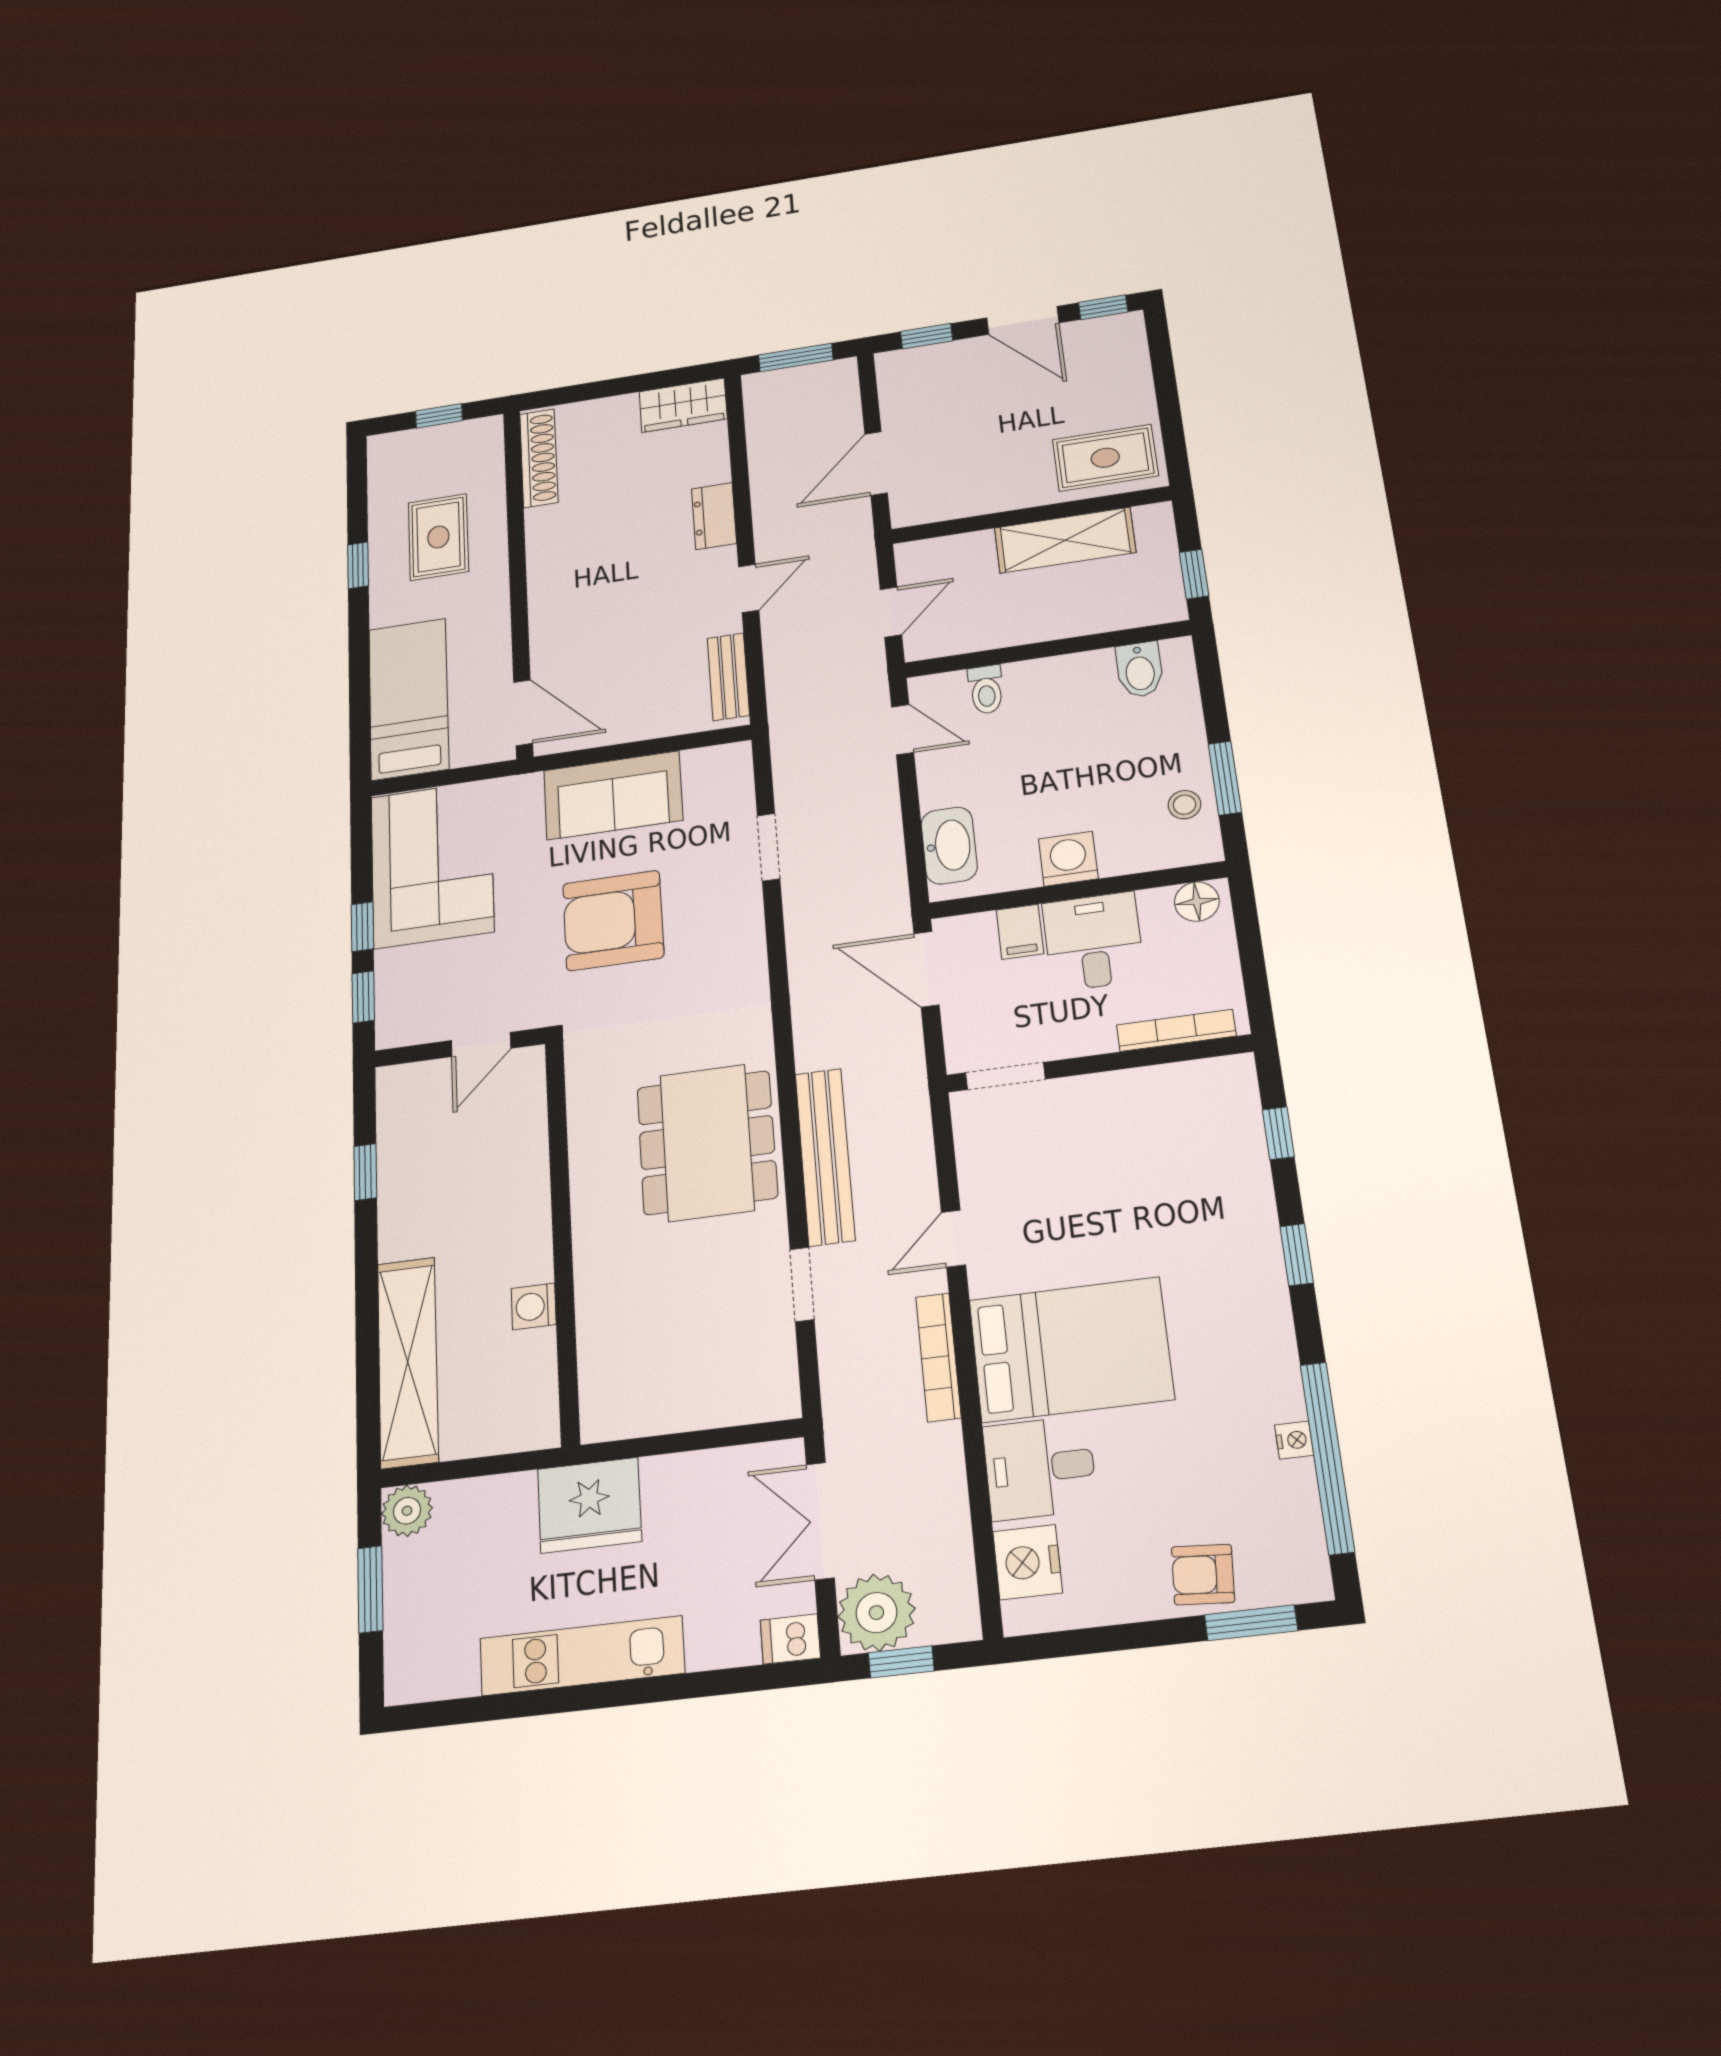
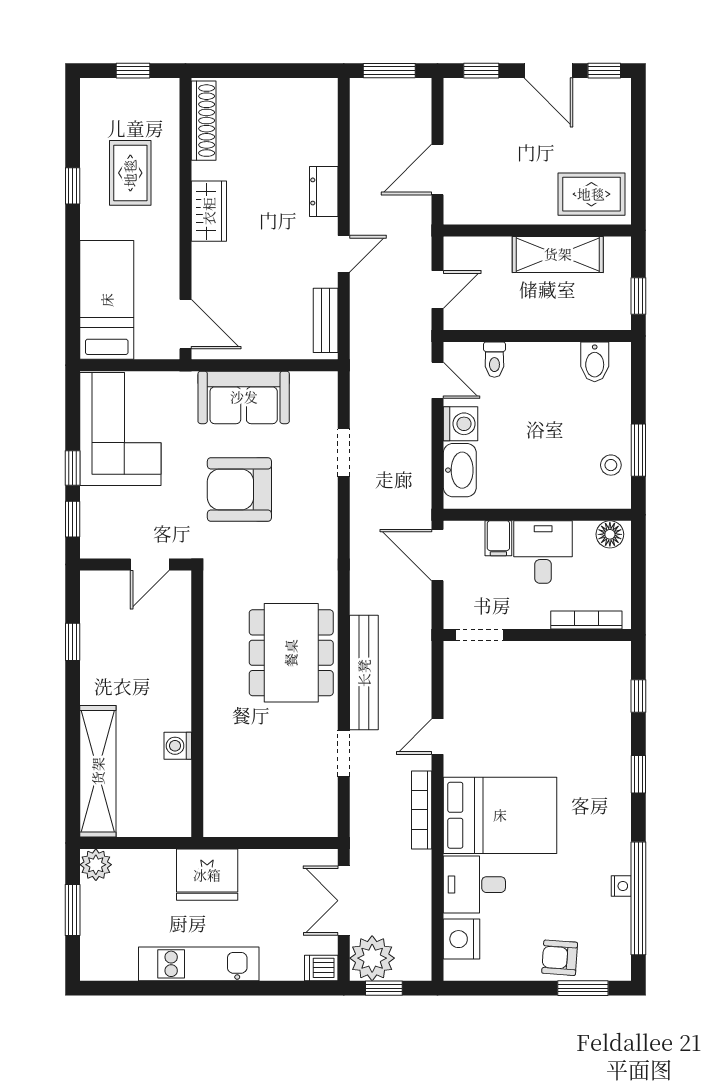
wardrobe: (683, 405) -> (209, 211), moved, turned -90
washing machine: (1068, 859) -> (461, 424), moved, turned 90

